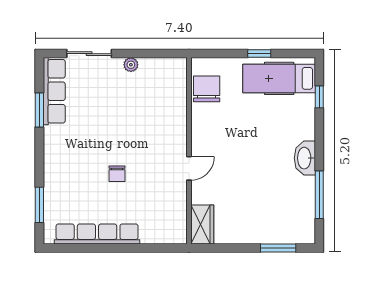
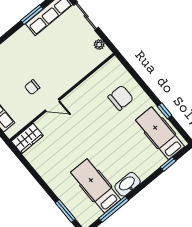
wall: (189, 151) -> (62, 97), moved
door: (189, 168) -> (52, 105), moved
hospital bed: (278, 193) -> (96, 186), added
wardrobe: (202, 224) -> (27, 138), moved

